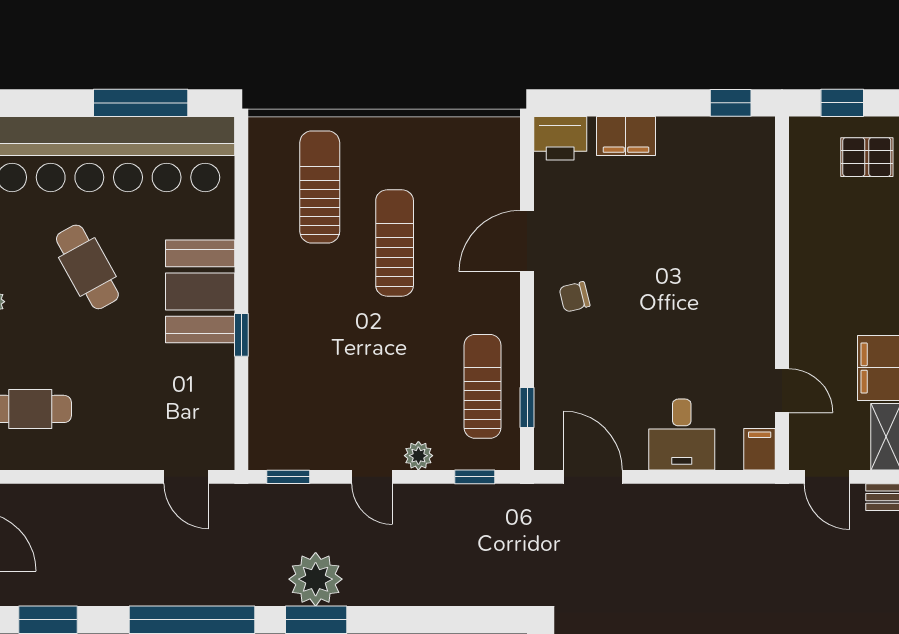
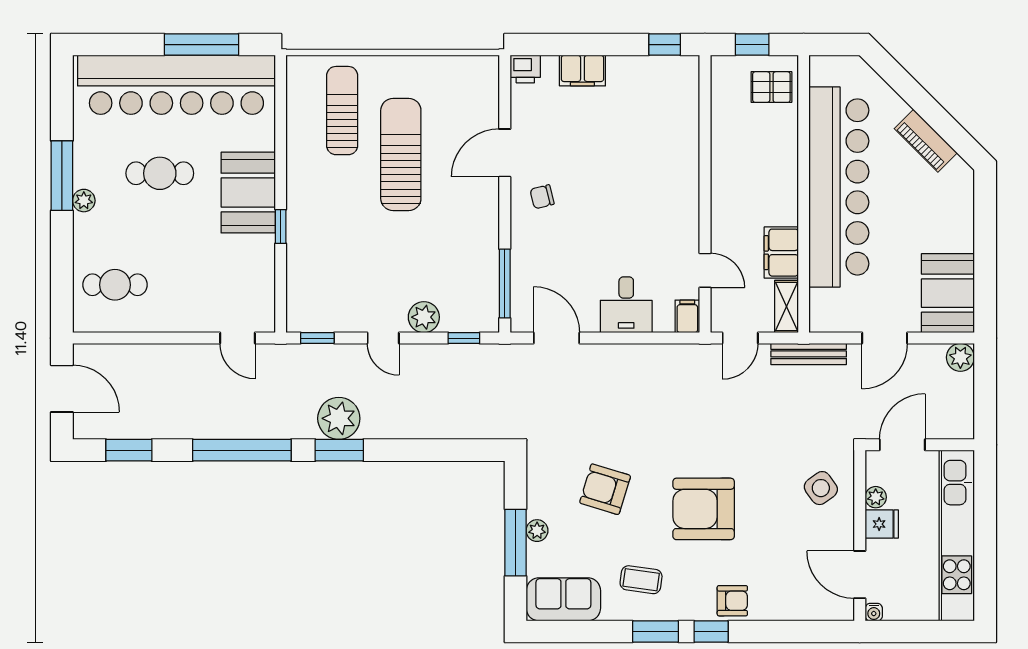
printer: (560, 138) -> (525, 69), width x0.73, depth x0.81
sun lounger: (395, 243) -> (401, 154), width x1.36, depth x1.34
cafe table: (87, 267) -> (160, 173), turned -61
sun lounger: (483, 386) -> (470, 267), removed
window: (527, 407) -> (505, 284), width x2.17
plant: (418, 456) -> (424, 317), width x1.38, depth x1.38
door: (827, 477) -> (740, 338), hinge flipped

